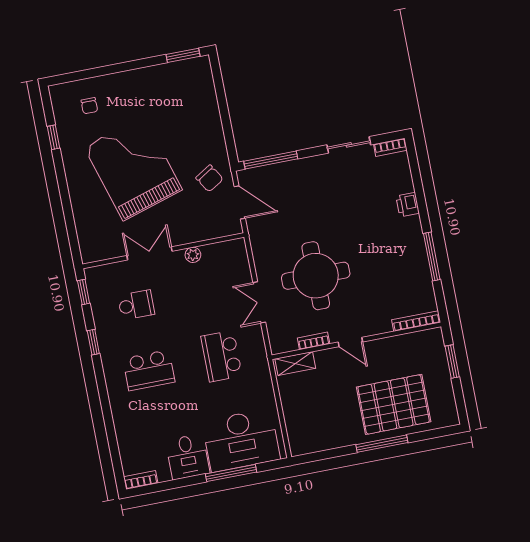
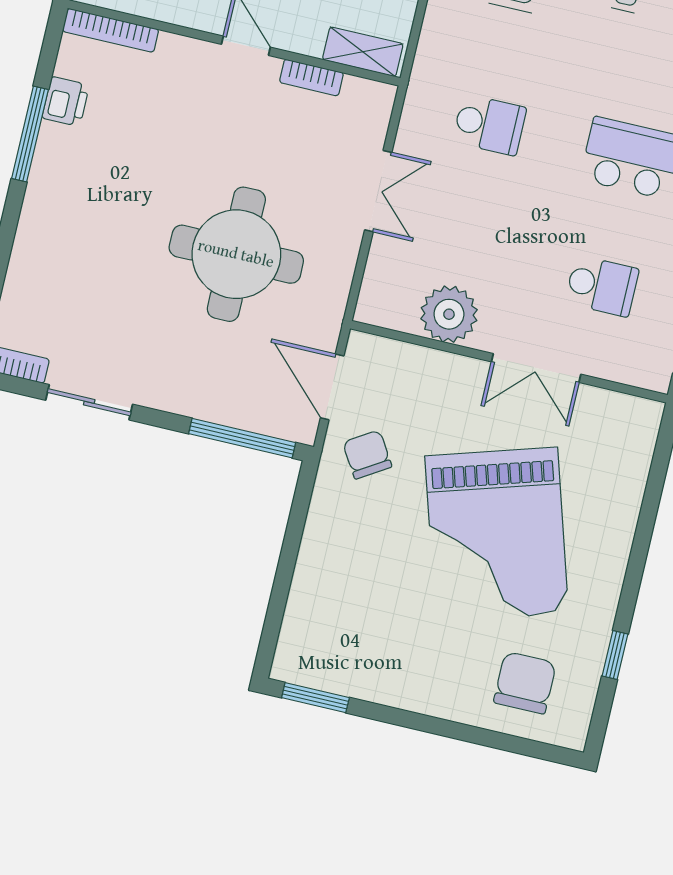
chair: (89, 106) -> (525, 683), width x1.87, depth x1.87
printer: (408, 205) -> (66, 102), moved
plant: (193, 255) -> (449, 314), width x1.88, depth x1.88
round table: (316, 276) -> (236, 254), moved
school desk: (136, 305) -> (602, 286), turned 180
school desk: (222, 356) -> (489, 125), width x0.54

